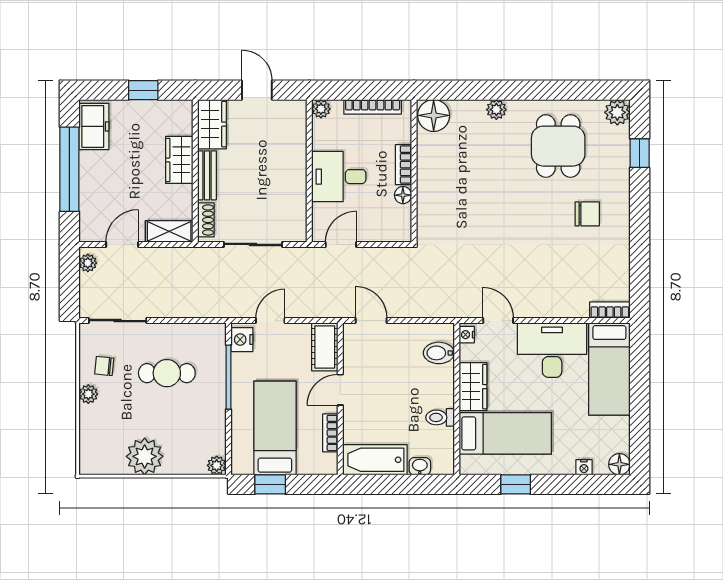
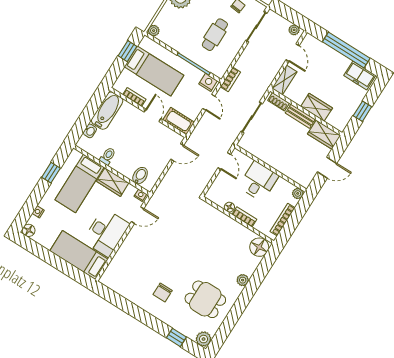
bookcase: (610, 310) -> (230, 79), moved

